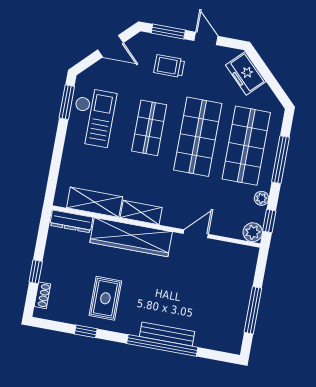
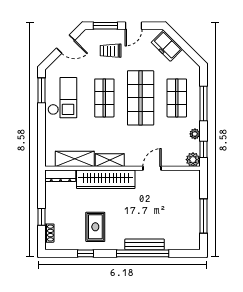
door: (206, 38) -> (134, 26), swing flipped
shop shelf: (246, 146) -> (177, 98), width x0.70, depth x0.74

